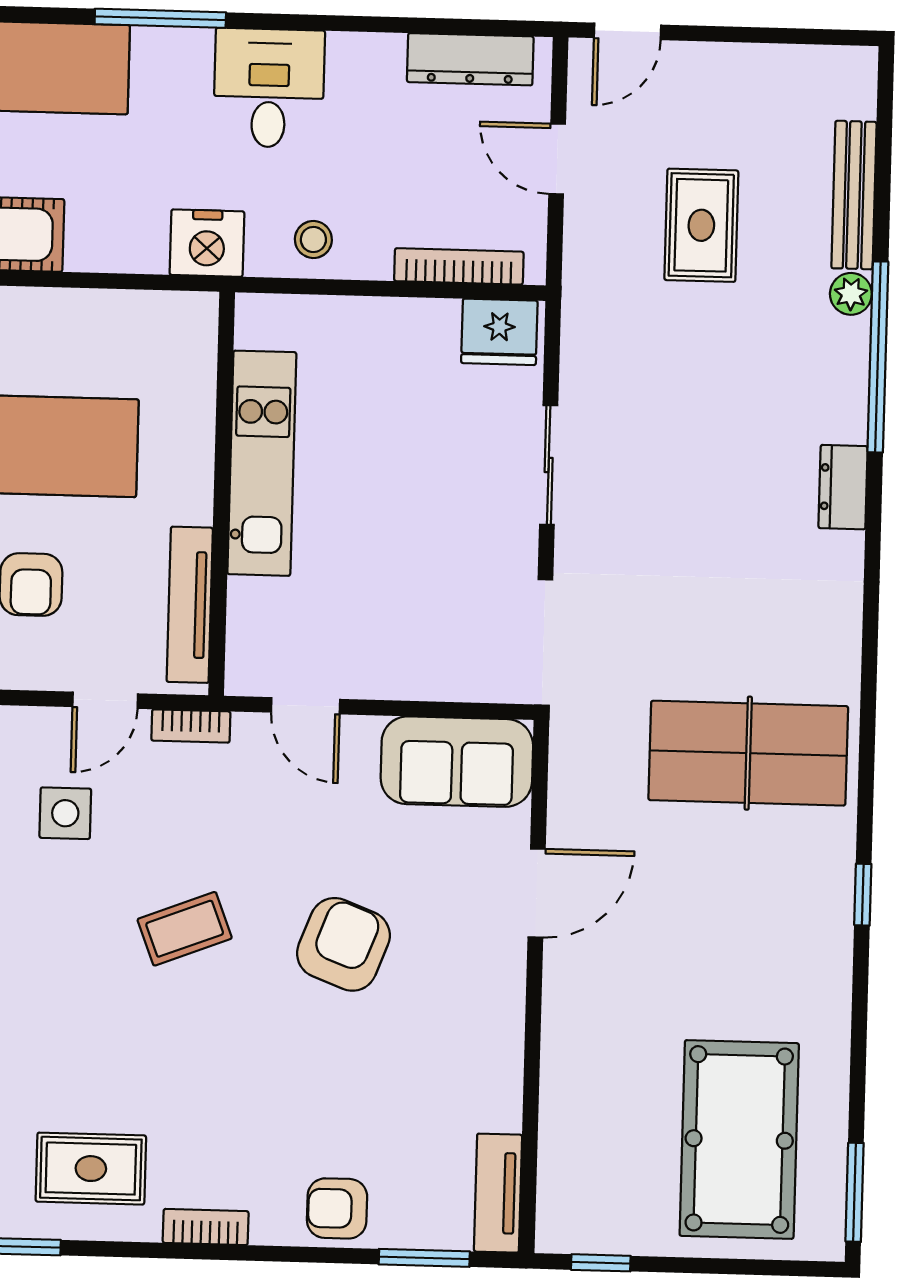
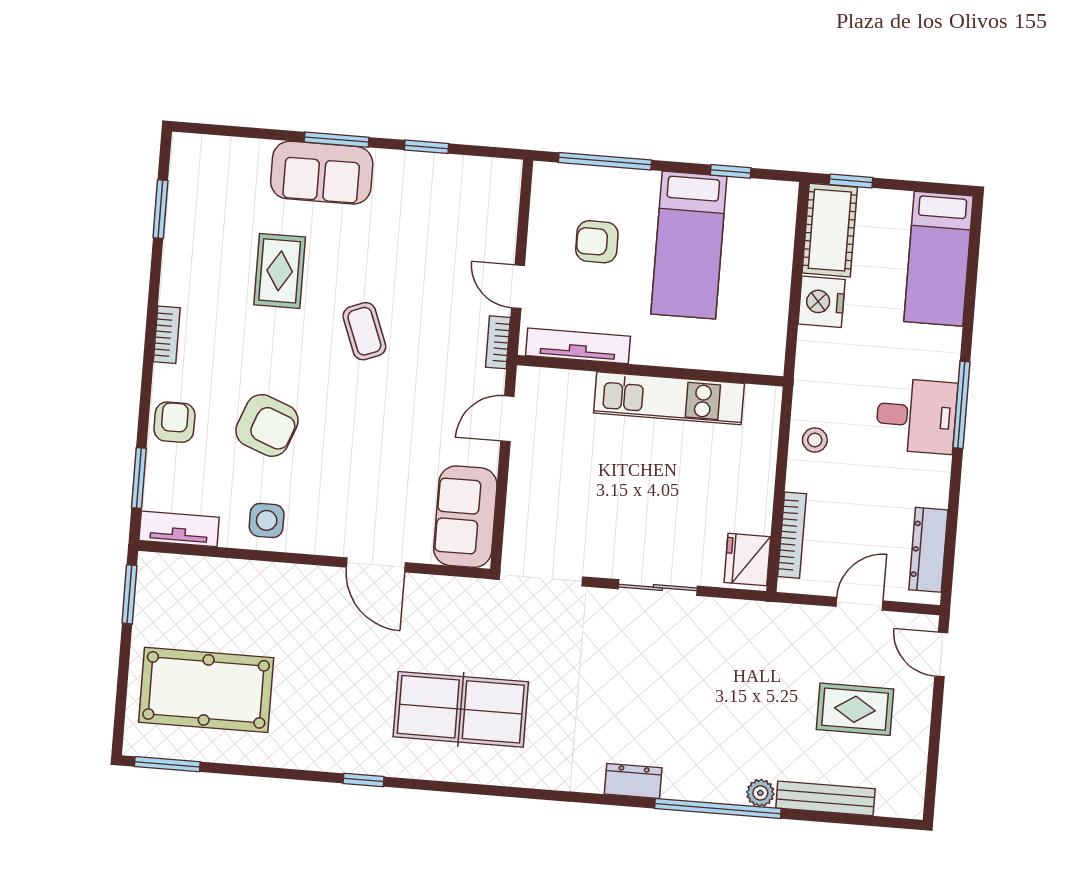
window: (160, 18) -> (961, 405), moved
rug: (701, 225) -> (855, 709), moved
nightstand: (207, 243) -> (822, 302), moved
table tennis table: (748, 753) -> (461, 709), turned 90
side table: (65, 813) -> (267, 520), moved
armchair: (343, 944) -> (267, 425), moved
rug: (91, 1169) -> (280, 271), moved
window: (601, 1263) -> (129, 594), width x1.50

